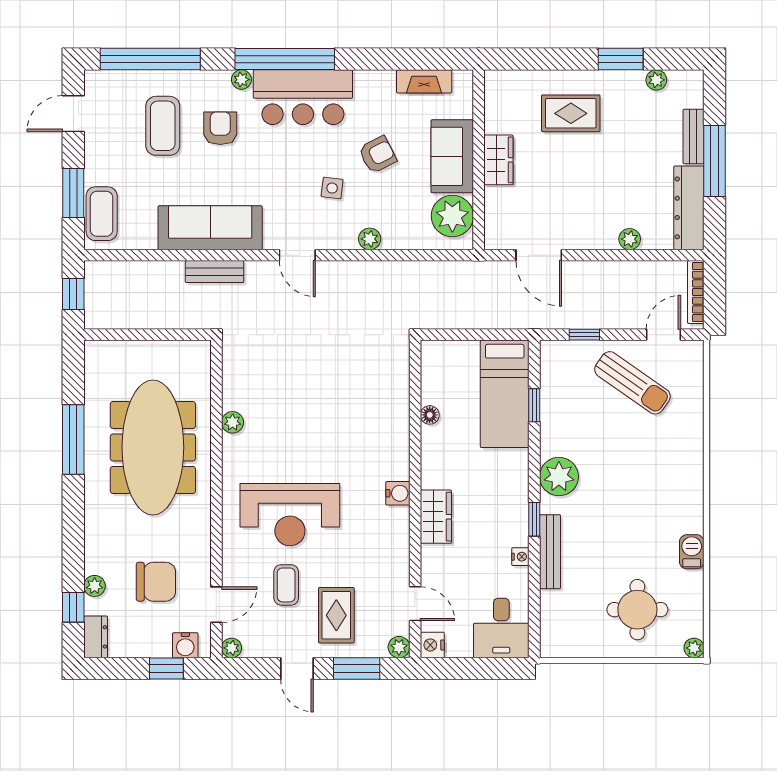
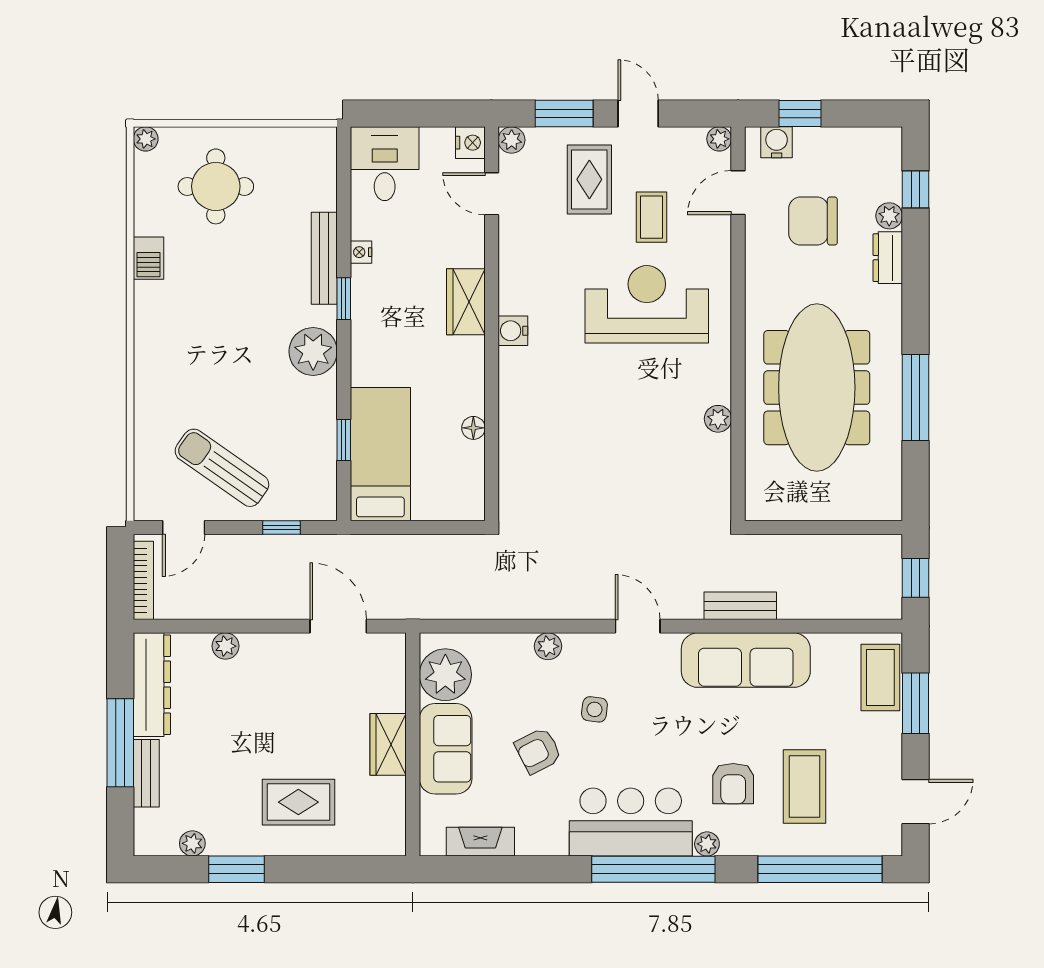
dresser: (96, 637) -> (888, 258), moved

